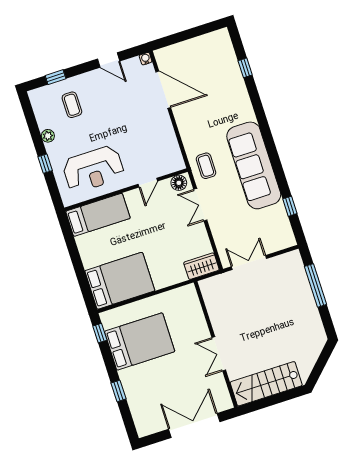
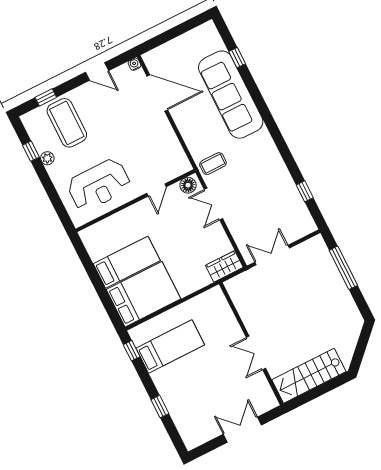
coffee table: (72, 105) -> (67, 123), width x1.86, depth x1.72
window: (45, 164) -> (31, 151), moved
sofa: (254, 165) -> (231, 95), moved
coffee table: (206, 166) -> (213, 164), turned 90
bed: (98, 215) -> (127, 262), moved
bed: (140, 341) -> (170, 347), width x0.67
double door: (194, 425) -> (242, 430), width x0.73

